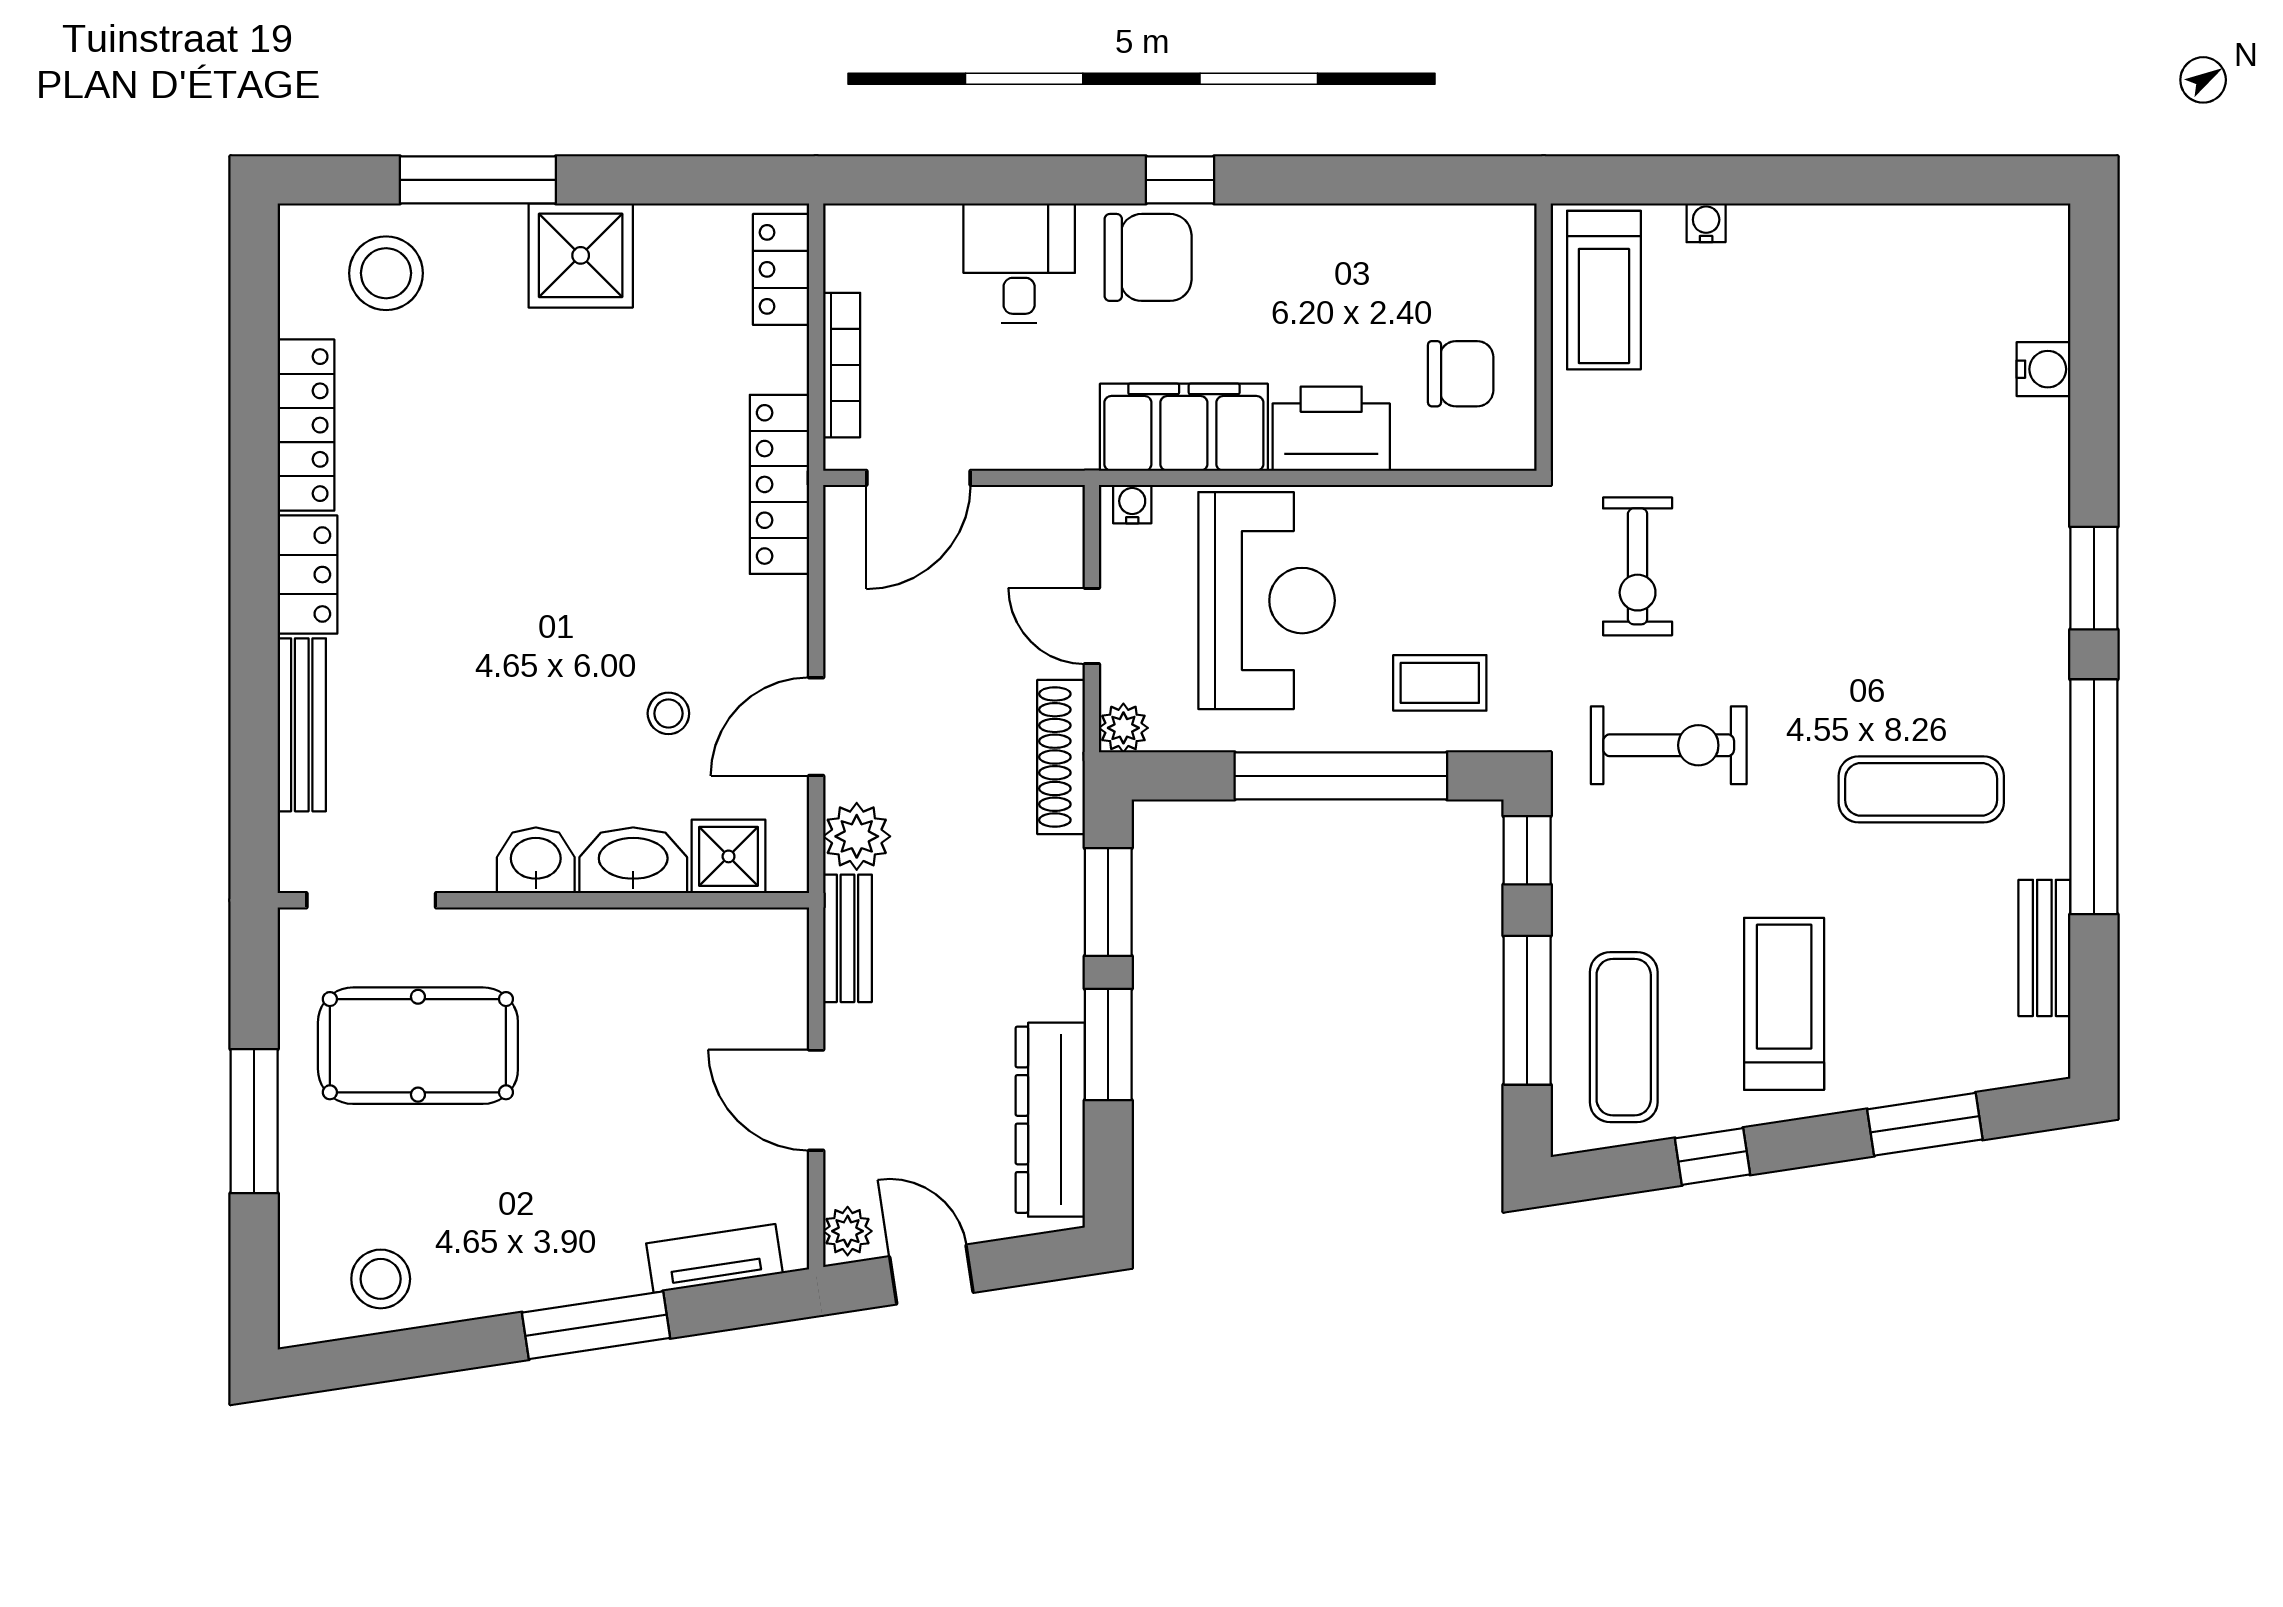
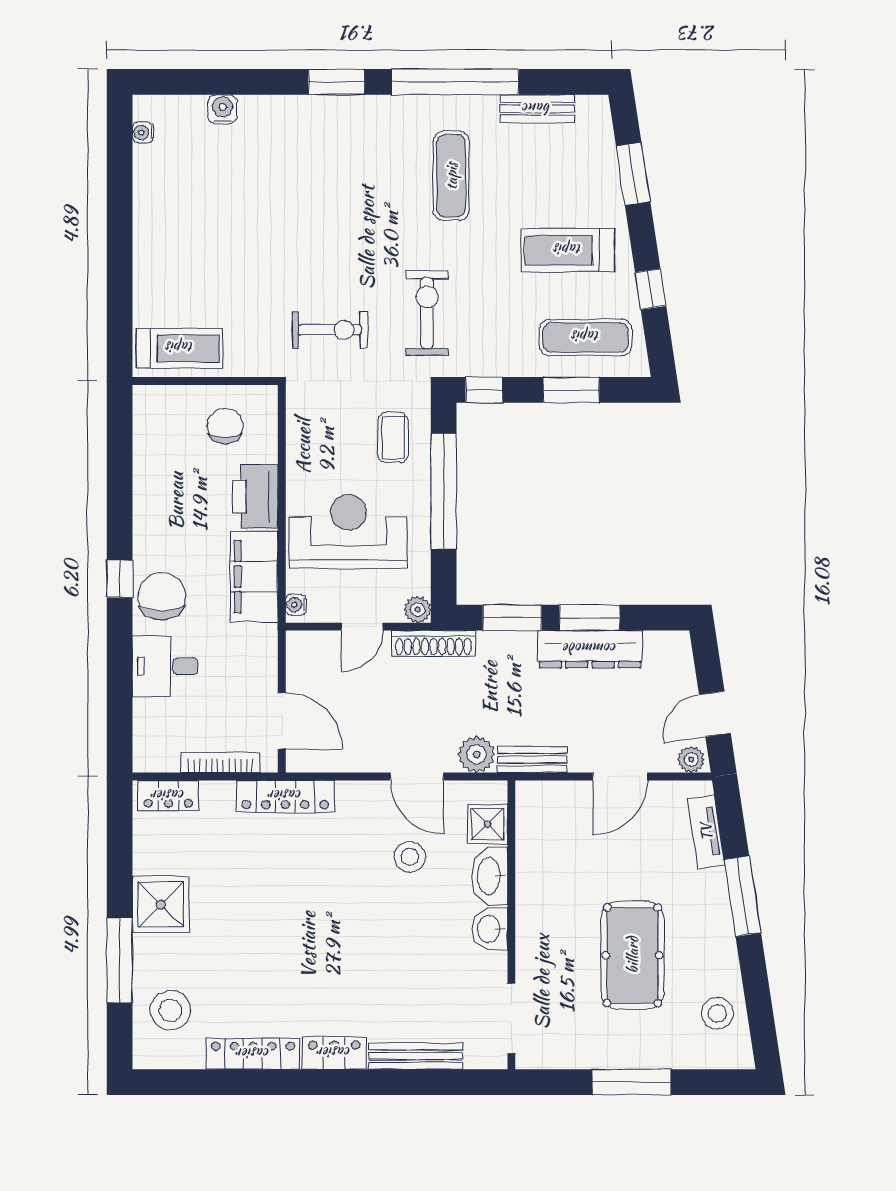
water cooler: (1706, 223) -> (143, 132), moved
stool: (668, 713) -> (410, 857), width x1.37, depth x1.37
window: (1527, 1010) -> (571, 390), width x0.69
pool table: (418, 1046) -> (632, 955), moved
dresser: (1050, 1120) -> (590, 649), moved

